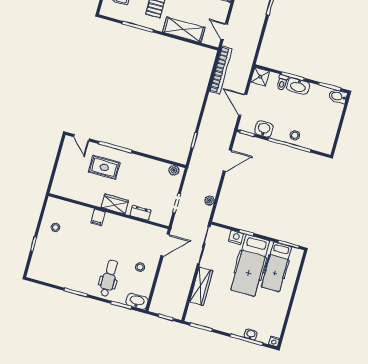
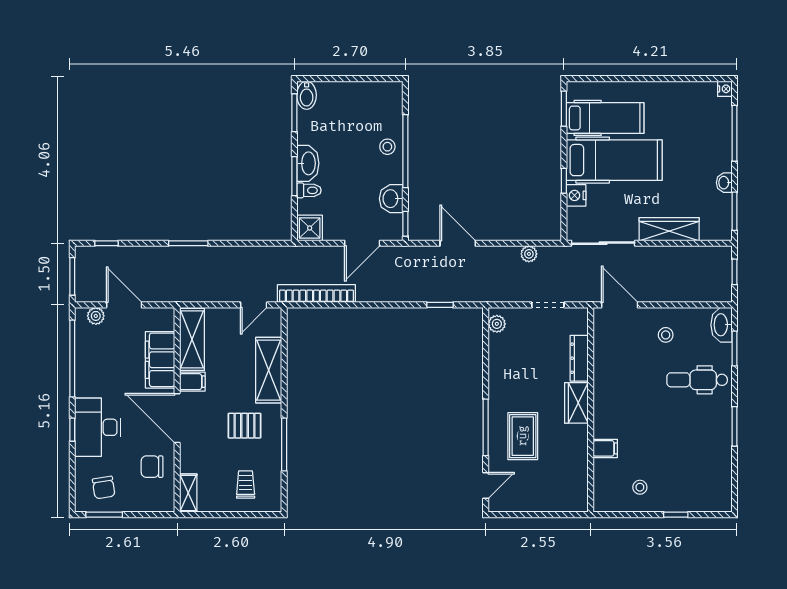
dresser: (141, 213) -> (579, 358), width x1.44
filing cabinet: (98, 217) -> (605, 448), moved
washbasin: (251, 334) -> (724, 183), moved

